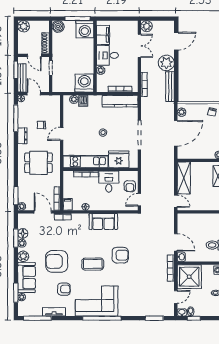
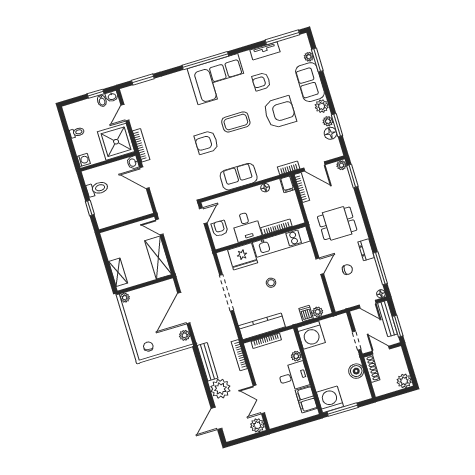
boiler: (58, 26) -> (356, 371), moved

